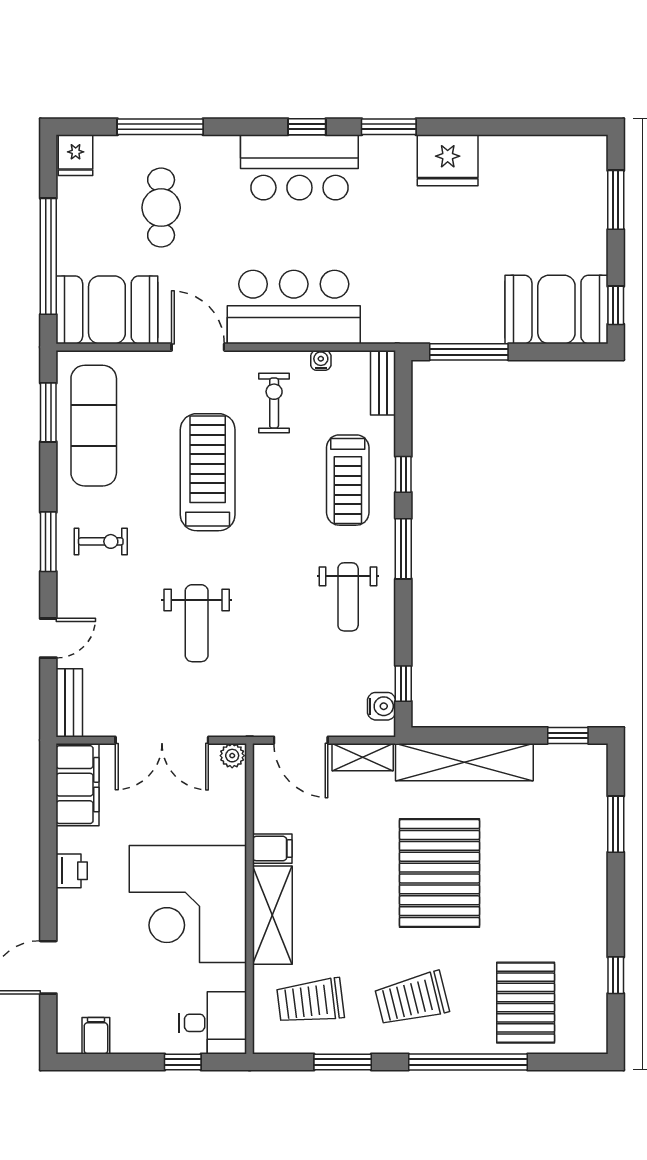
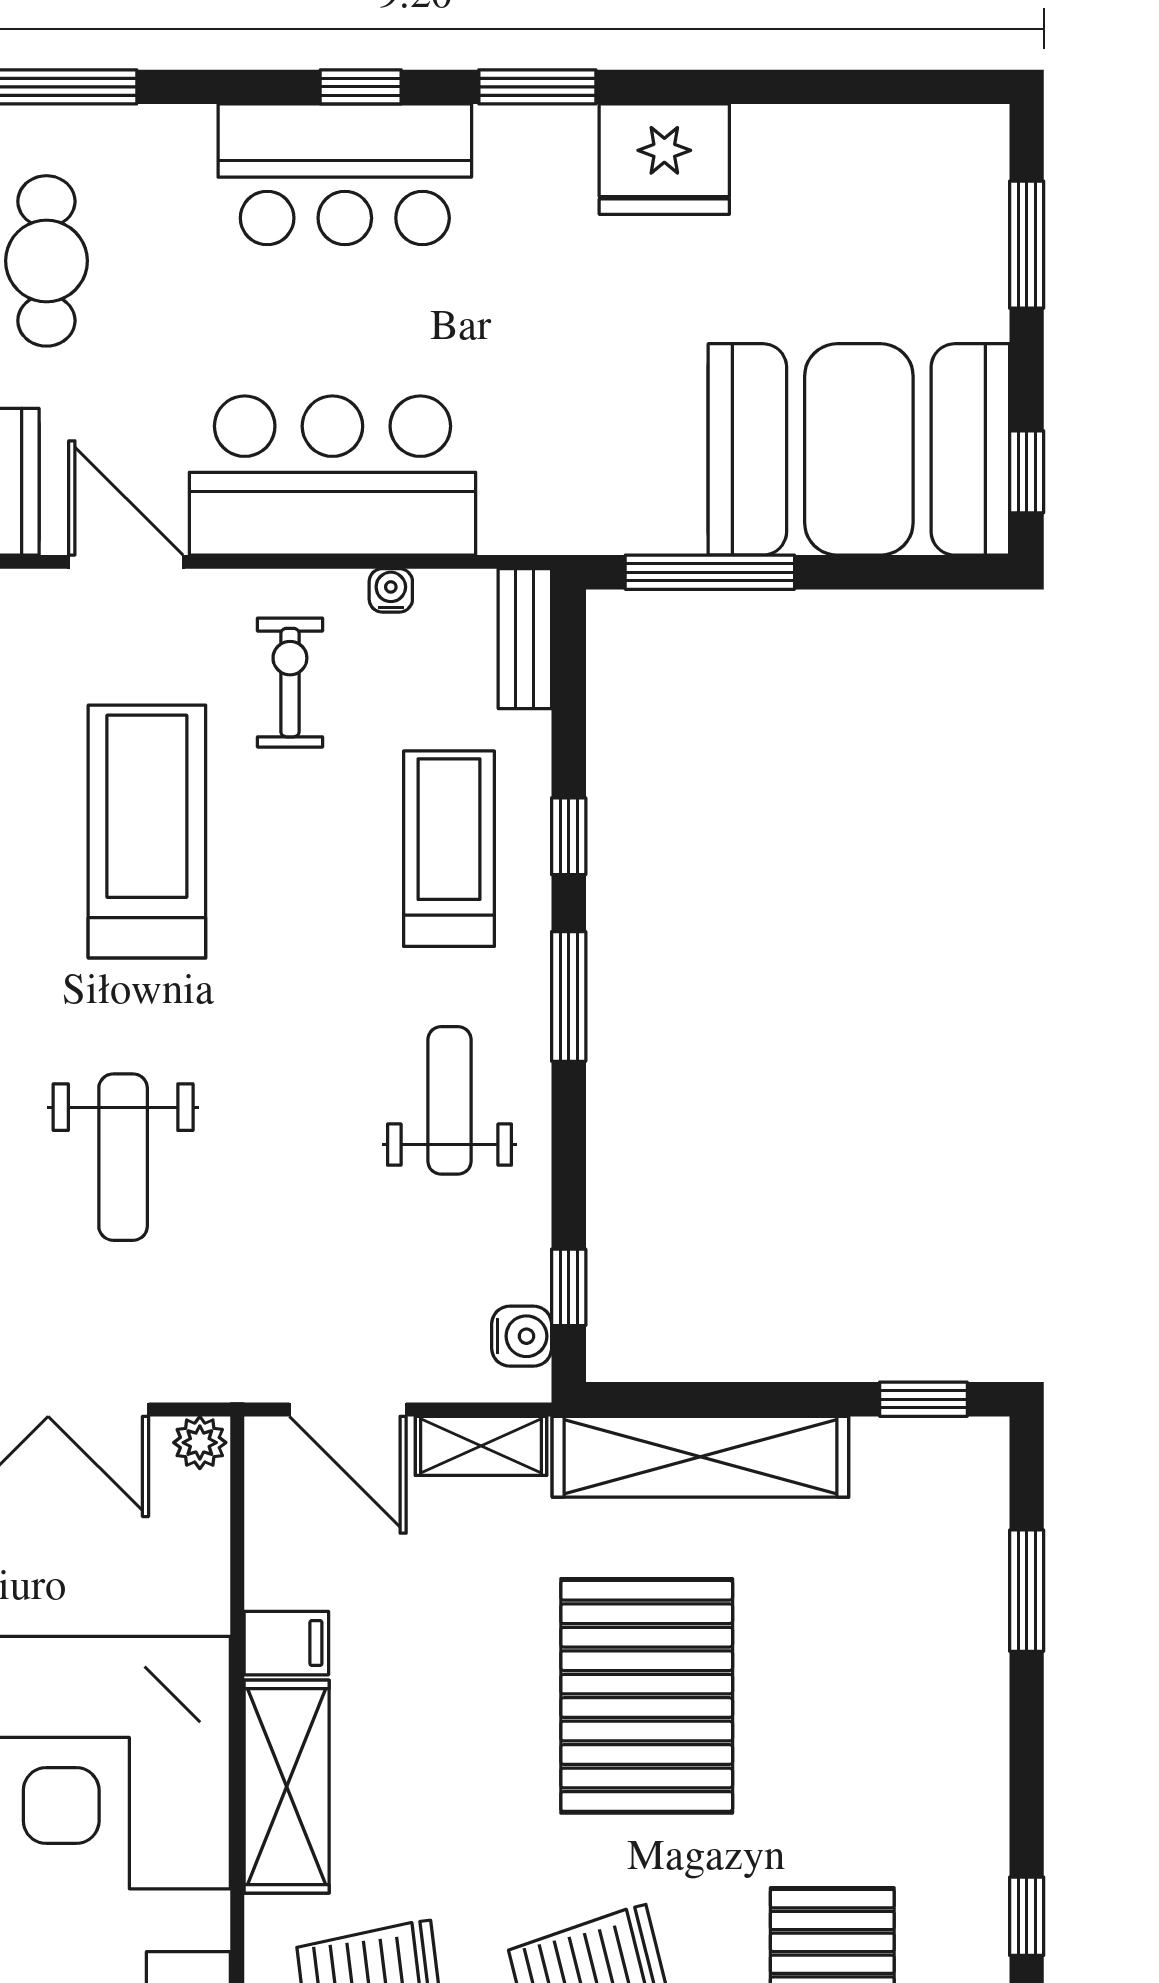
booth: (556, 309) -> (859, 449), width x1.36, depth x1.42
treadmill: (348, 480) -> (449, 849), turned 180
weight bench: (348, 597) -> (450, 1100), turned 180

